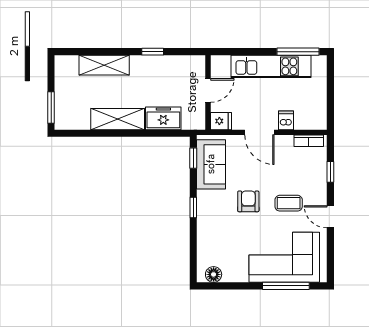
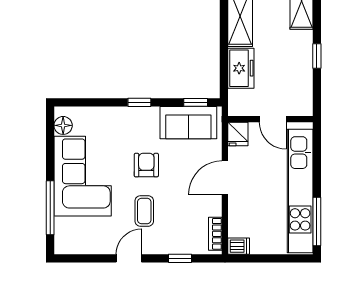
kitchen unit: (271, 66) -> (300, 191), width x1.36
dishwasher: (286, 120) -> (239, 246), moved
armchair: (248, 201) -> (146, 165), turned -90
corner sofa: (284, 257) -> (83, 176), moved

